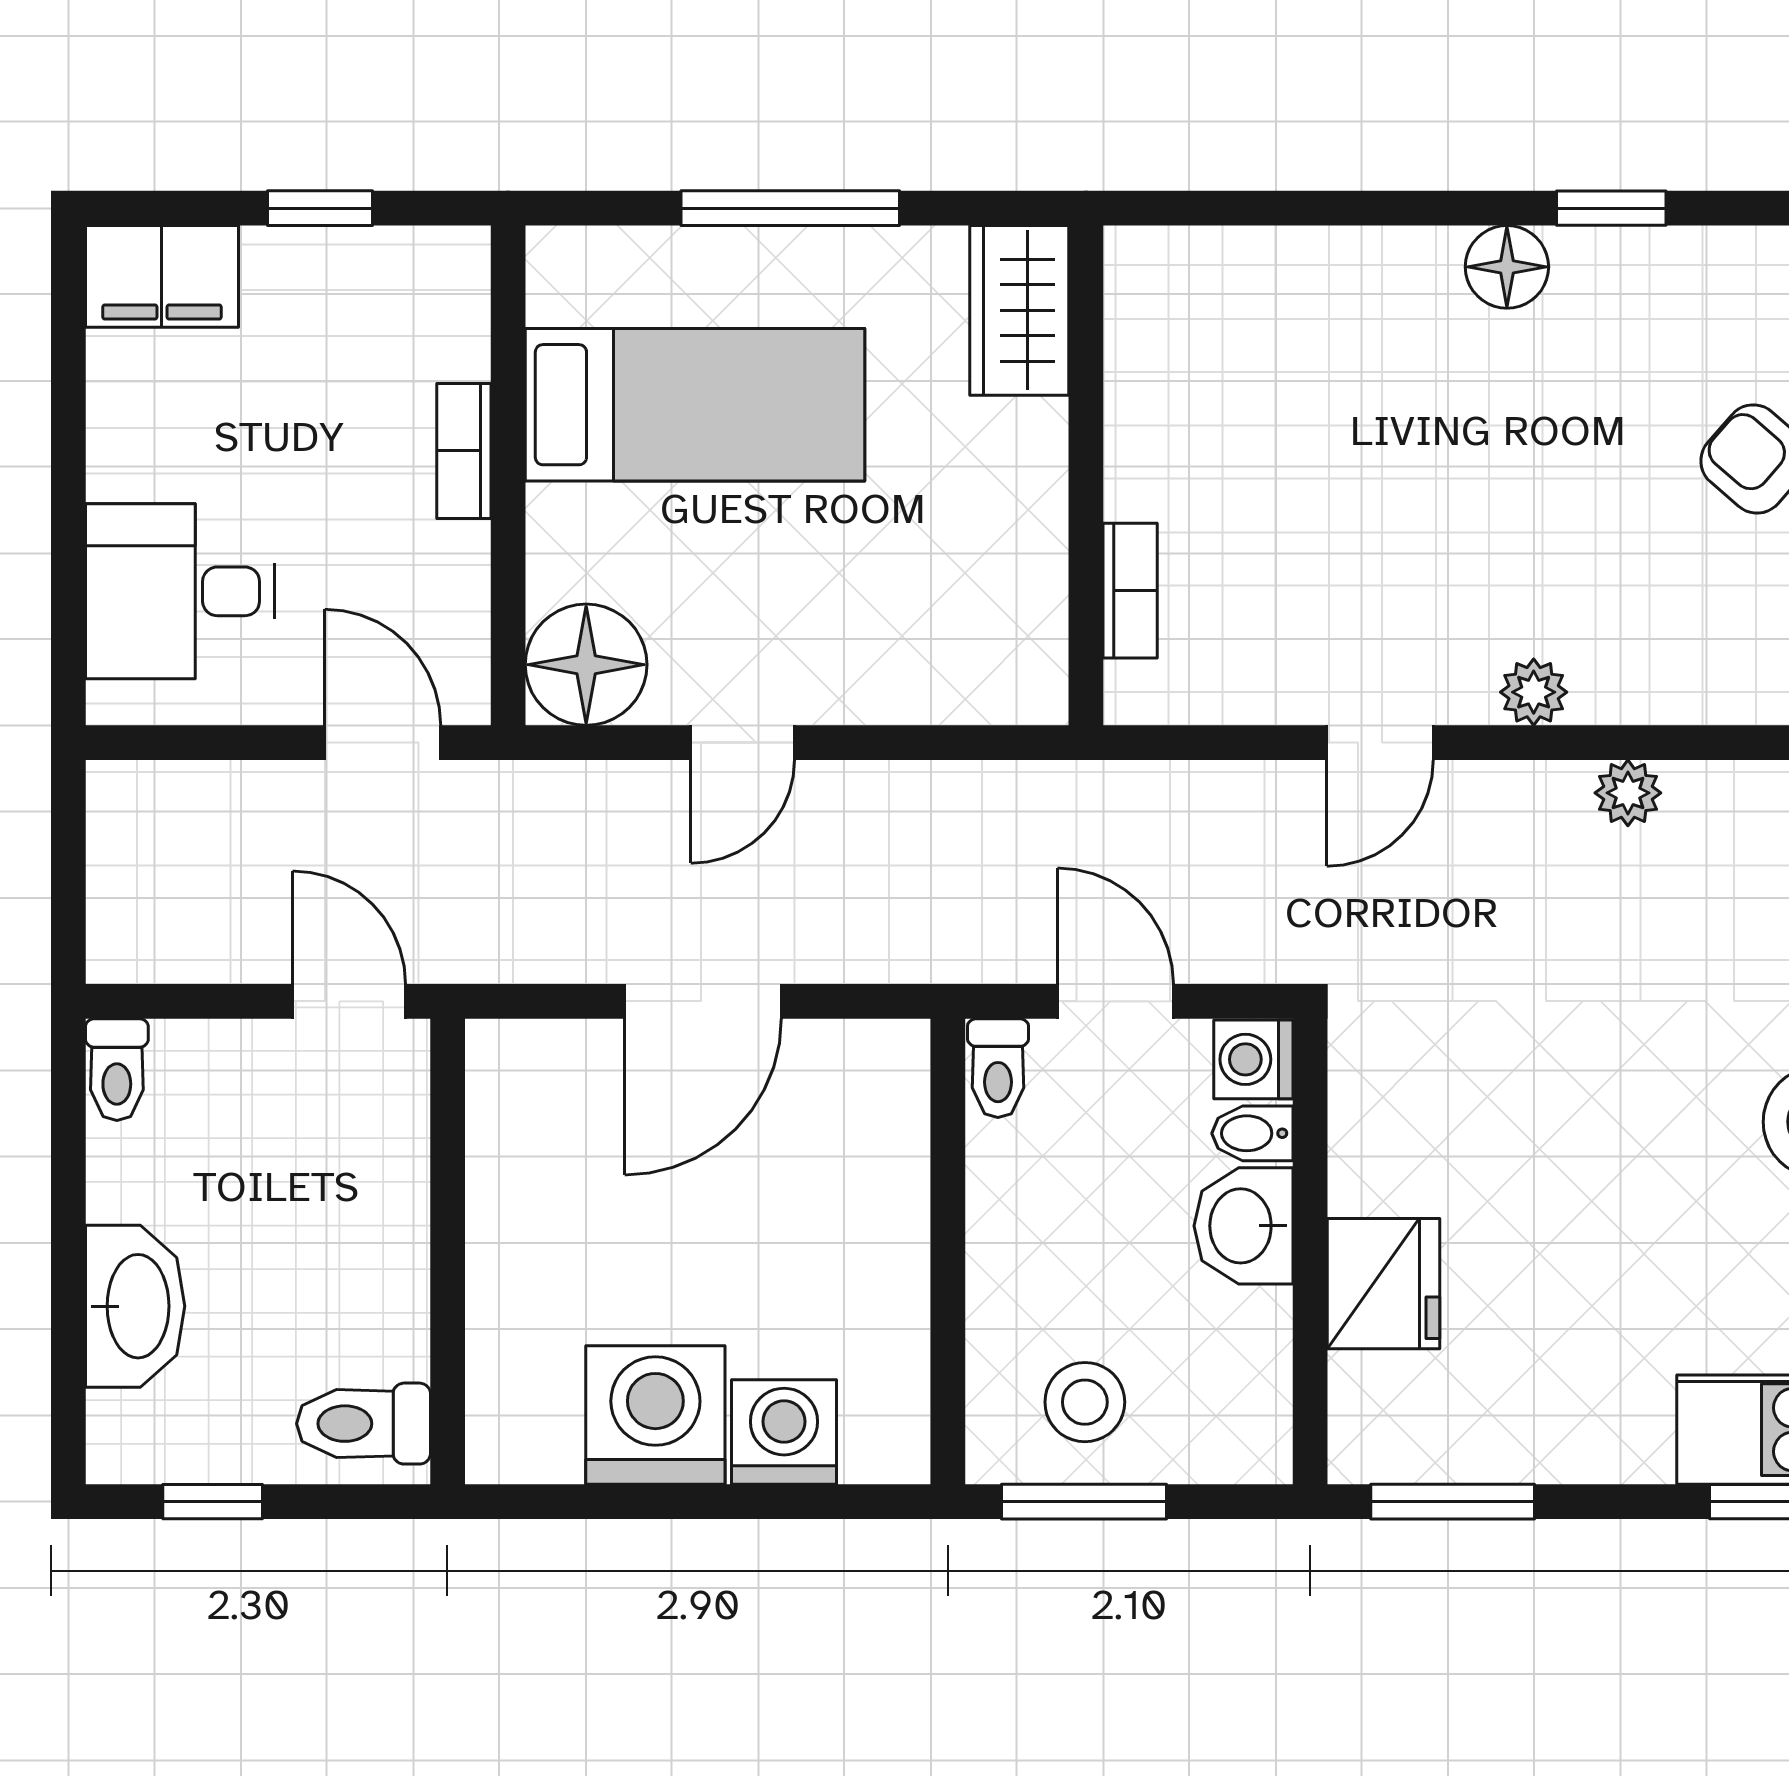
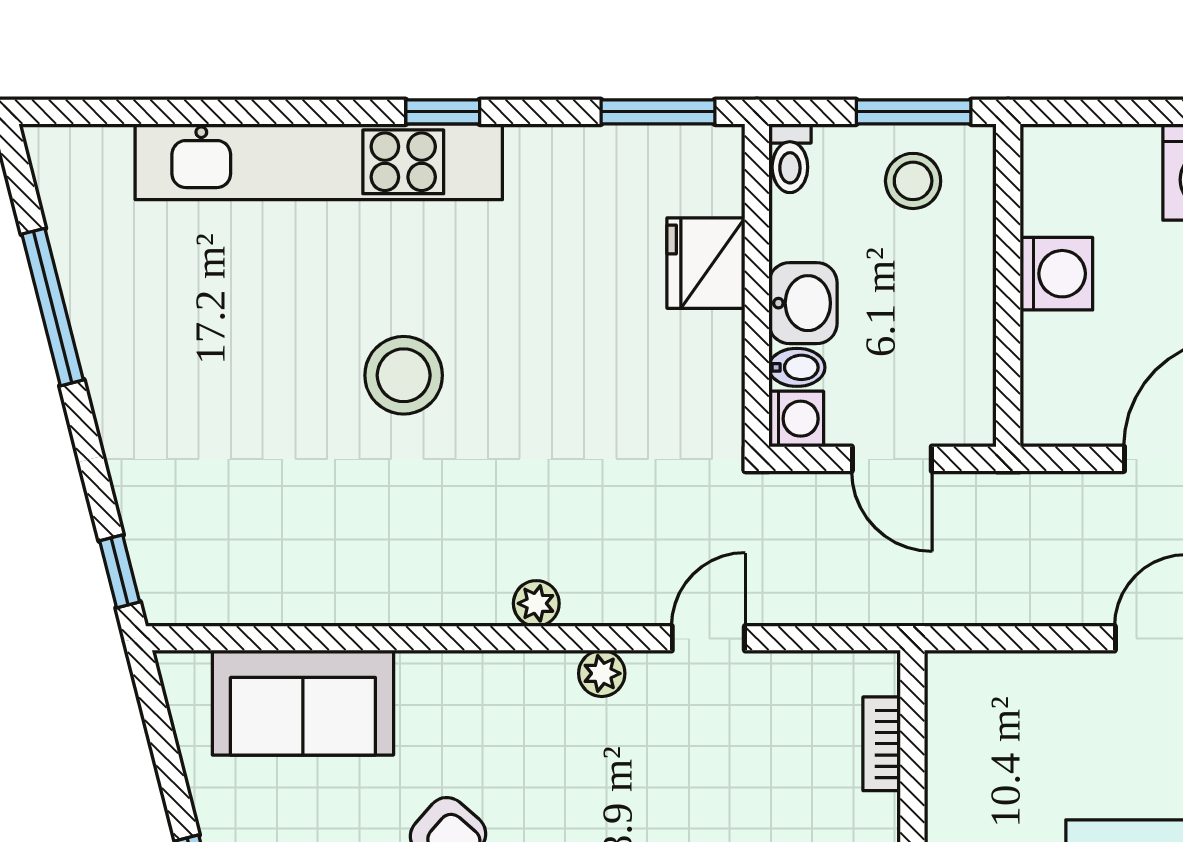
toilet: (998, 1068) -> (790, 158), moved, turned 180
washing machine: (784, 1432) -> (1056, 274), moved, turned -90

